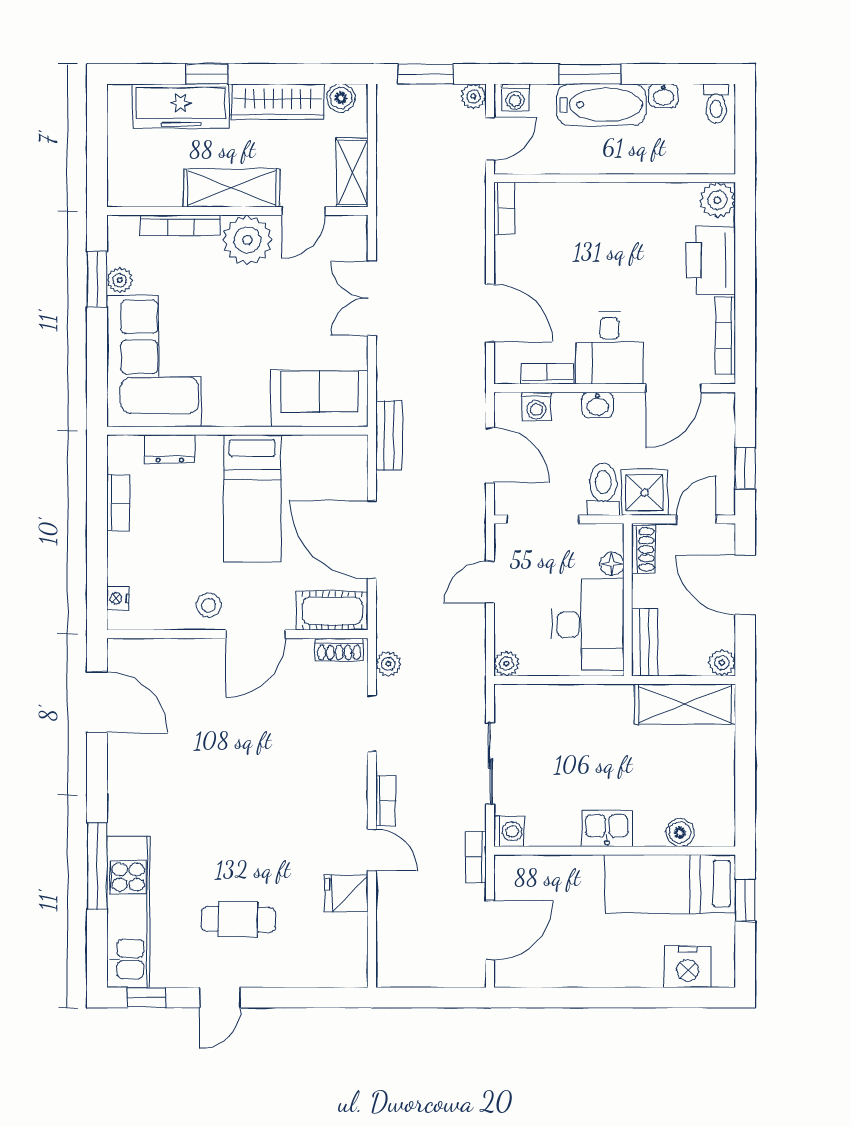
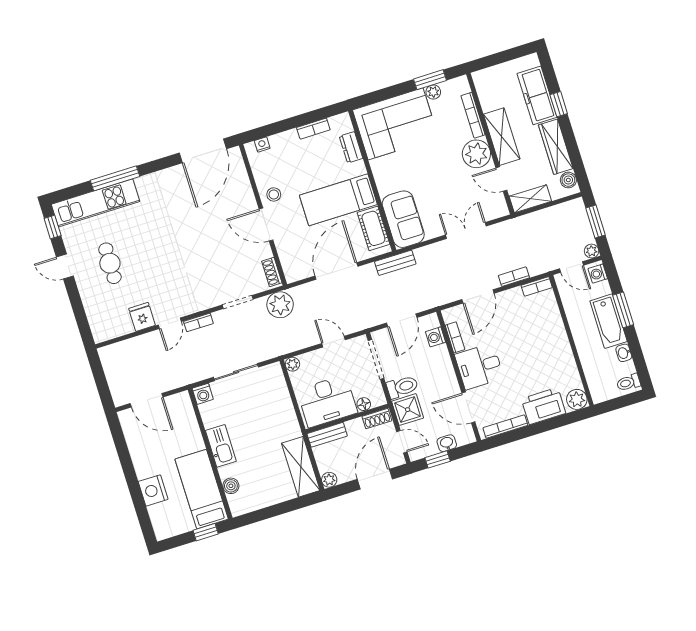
washbasin: (598, 405) -> (447, 443), moved, turned 90
cot: (332, 611) -> (373, 228), moved
plant: (388, 664) -> (280, 305), width x1.88, depth x1.88
door: (97, 702) -> (203, 151), width x1.36
kitchen sink: (607, 828) -> (221, 446), width x1.38
bookcase: (476, 857) -> (514, 277), moved
nightstand: (688, 967) -> (153, 490), moved

